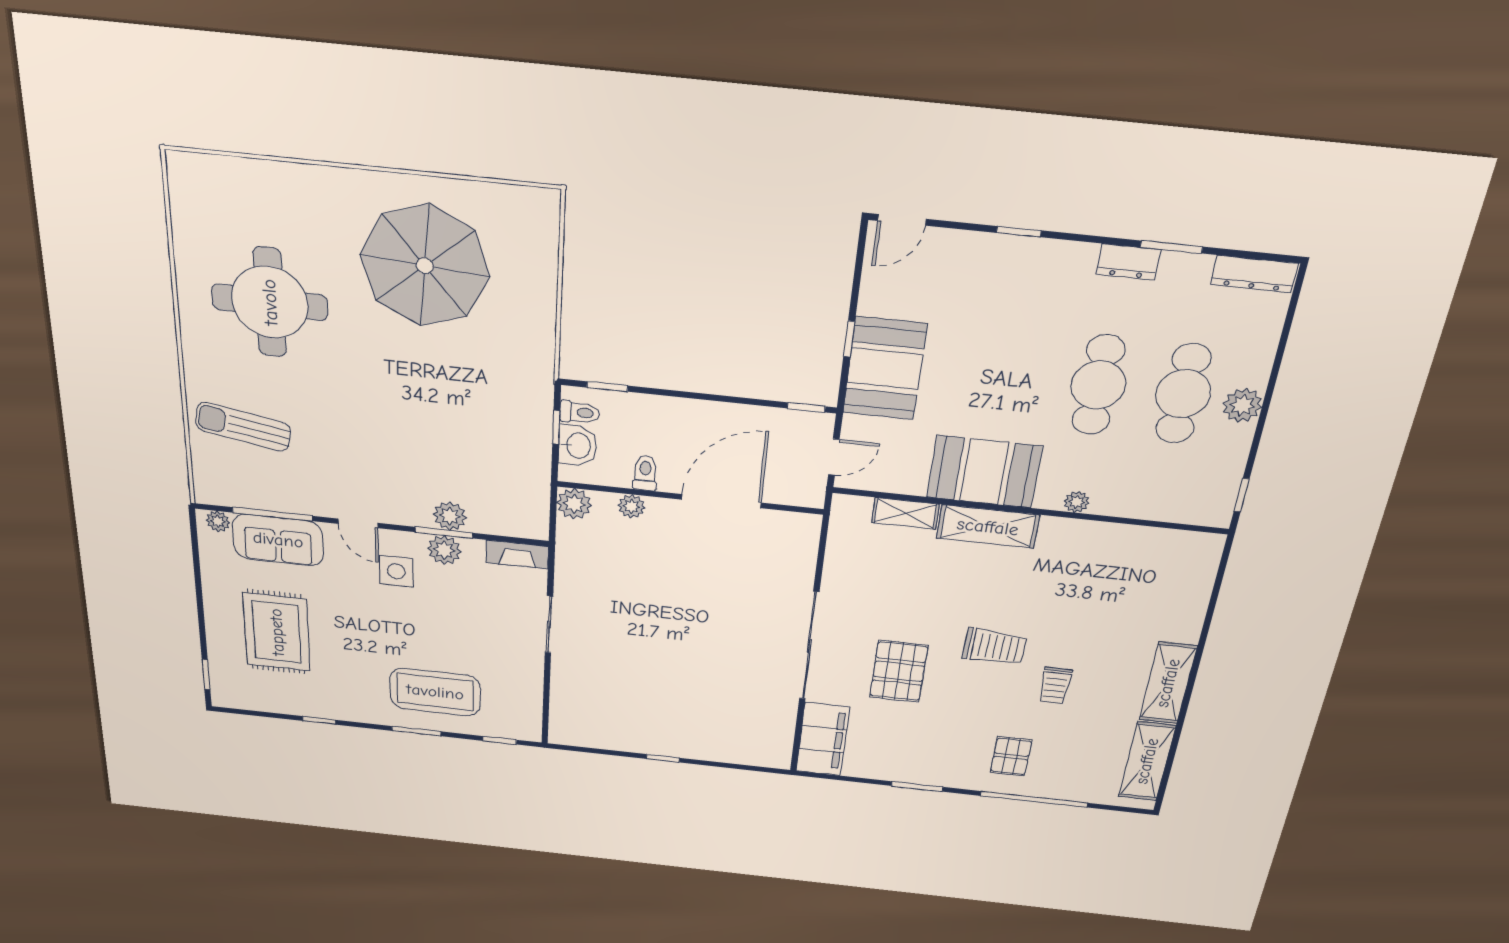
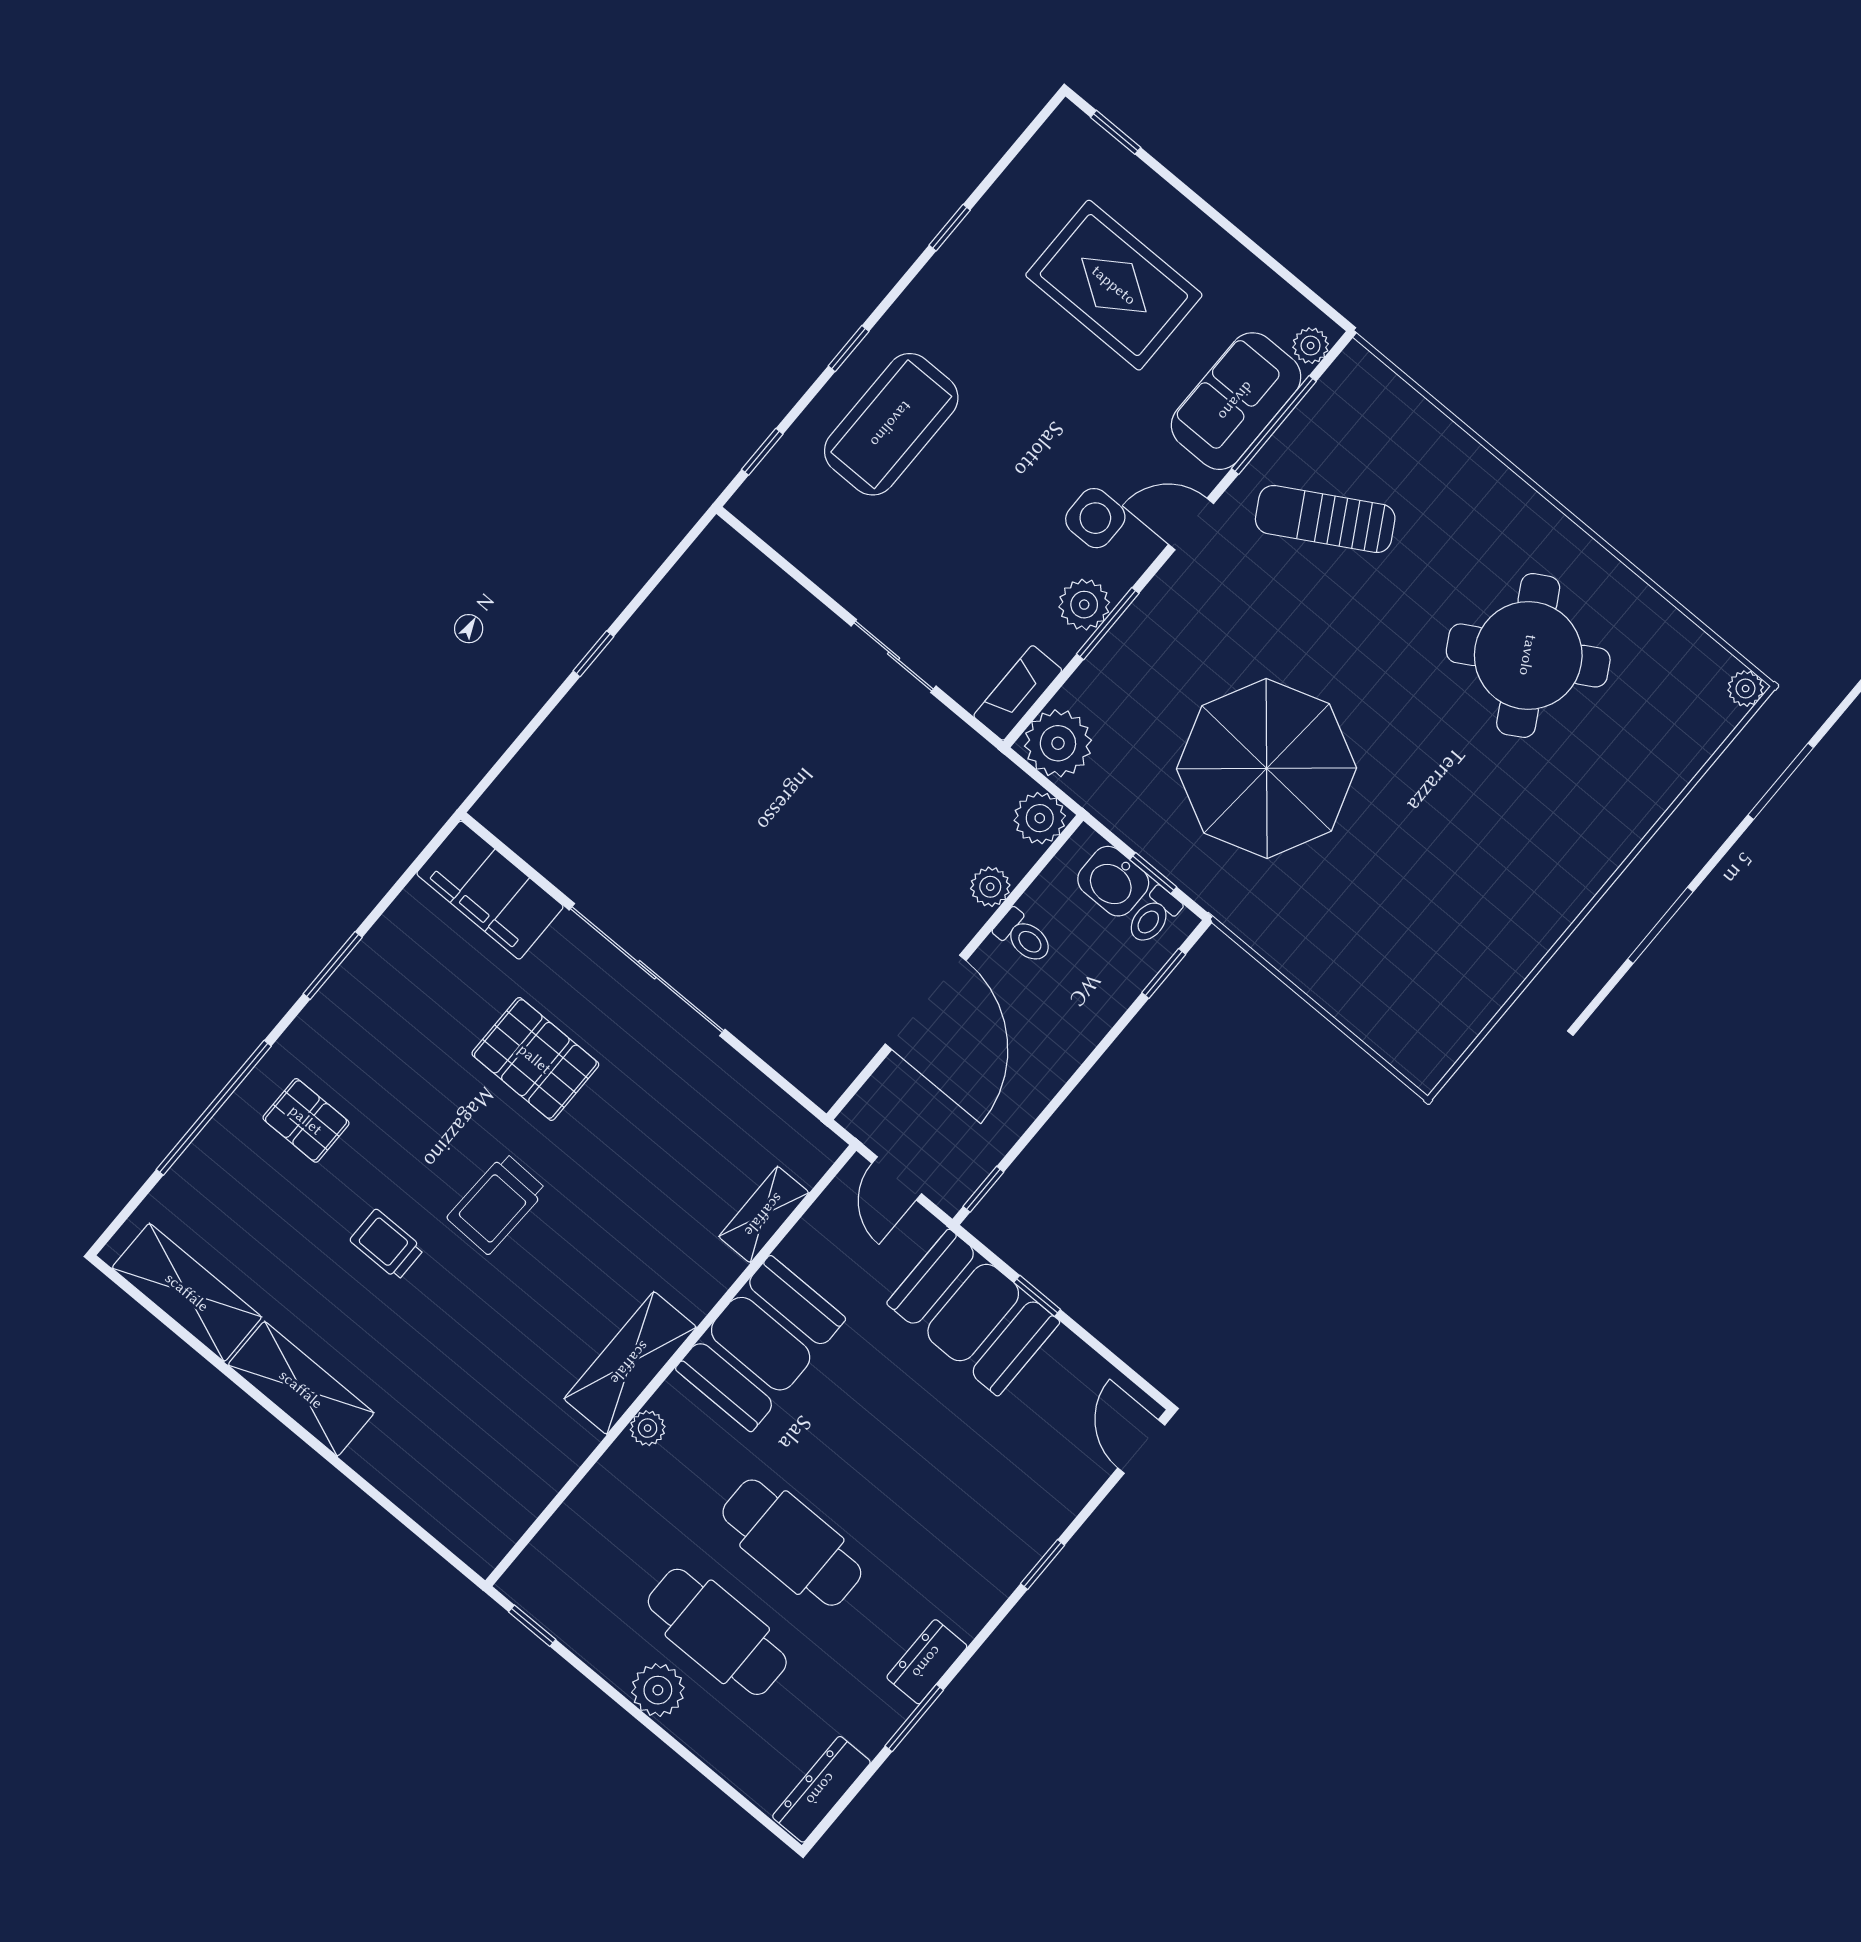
plant: (179, 163) -> (1746, 689), added
parasol: (425, 266) -> (1267, 768), moved
round table: (270, 302) -> (1528, 655), turned -30
sun lounger: (243, 427) -> (1325, 519), moved, turned -130
plant: (450, 516) -> (1058, 743), moved, width x1.36, depth x1.36
shelving: (988, 527) -> (630, 1363), moved
window: (416, 731) -> (849, 349), width x0.67

